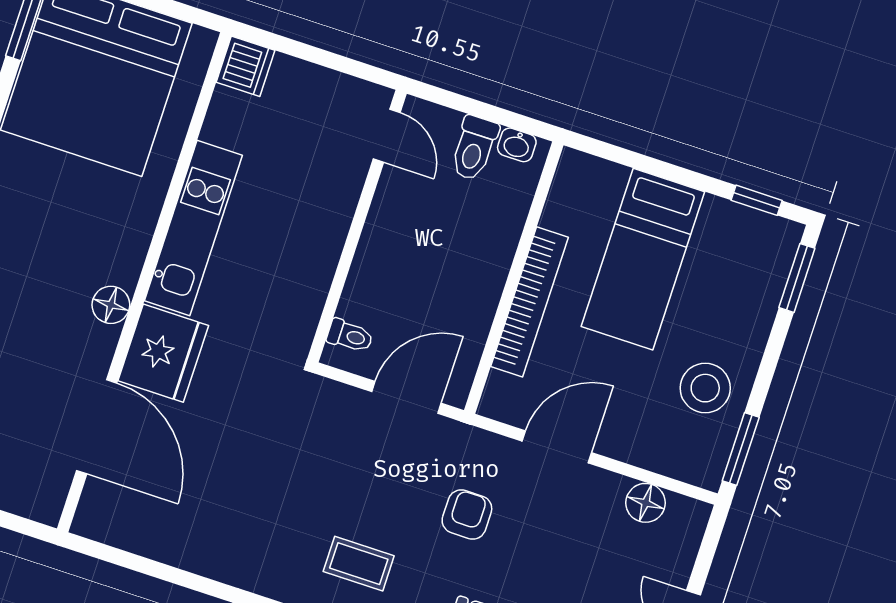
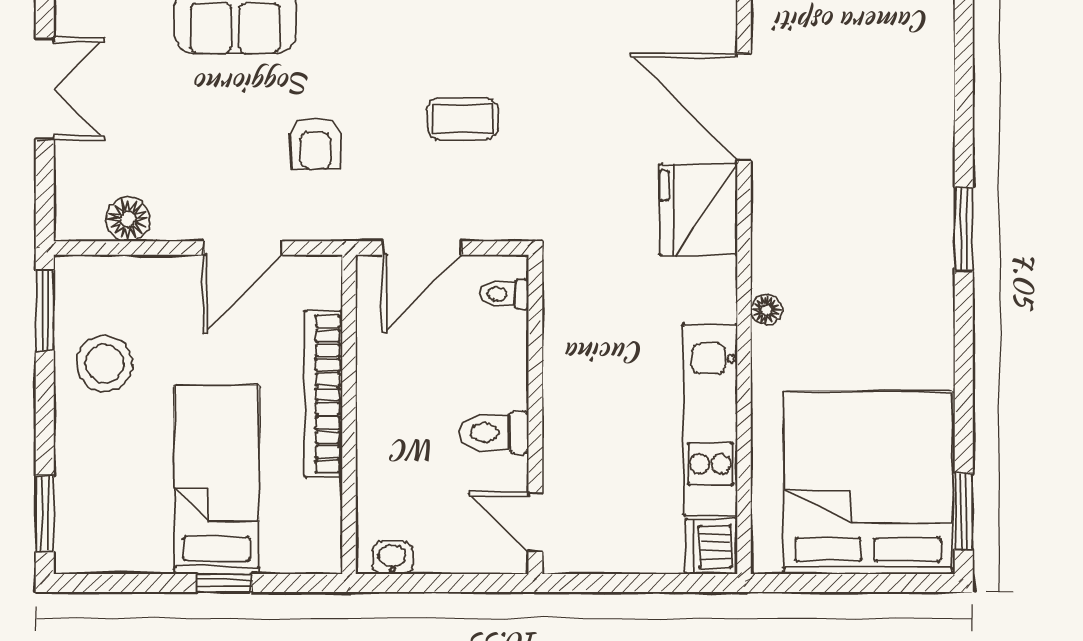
toilet: (474, 148) -> (494, 433), moved, turned -90
window: (757, 200) -> (224, 583), moved
kitchen unit: (193, 228) -> (710, 420), moved
floor lamp: (111, 305) -> (766, 310), moved, width x0.73, depth x0.73
coffee table: (359, 564) -> (463, 119), moved

